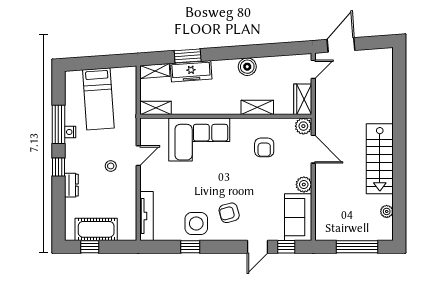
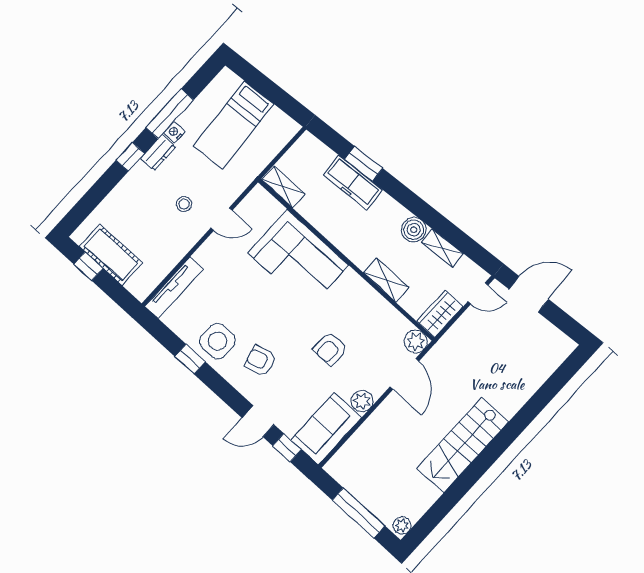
shelving: (155, 71) -> (442, 248), moved
armchair: (264, 147) -> (330, 349), moved
dresser: (71, 185) -> (158, 153), moved
plant: (387, 211) -> (402, 525), moved

